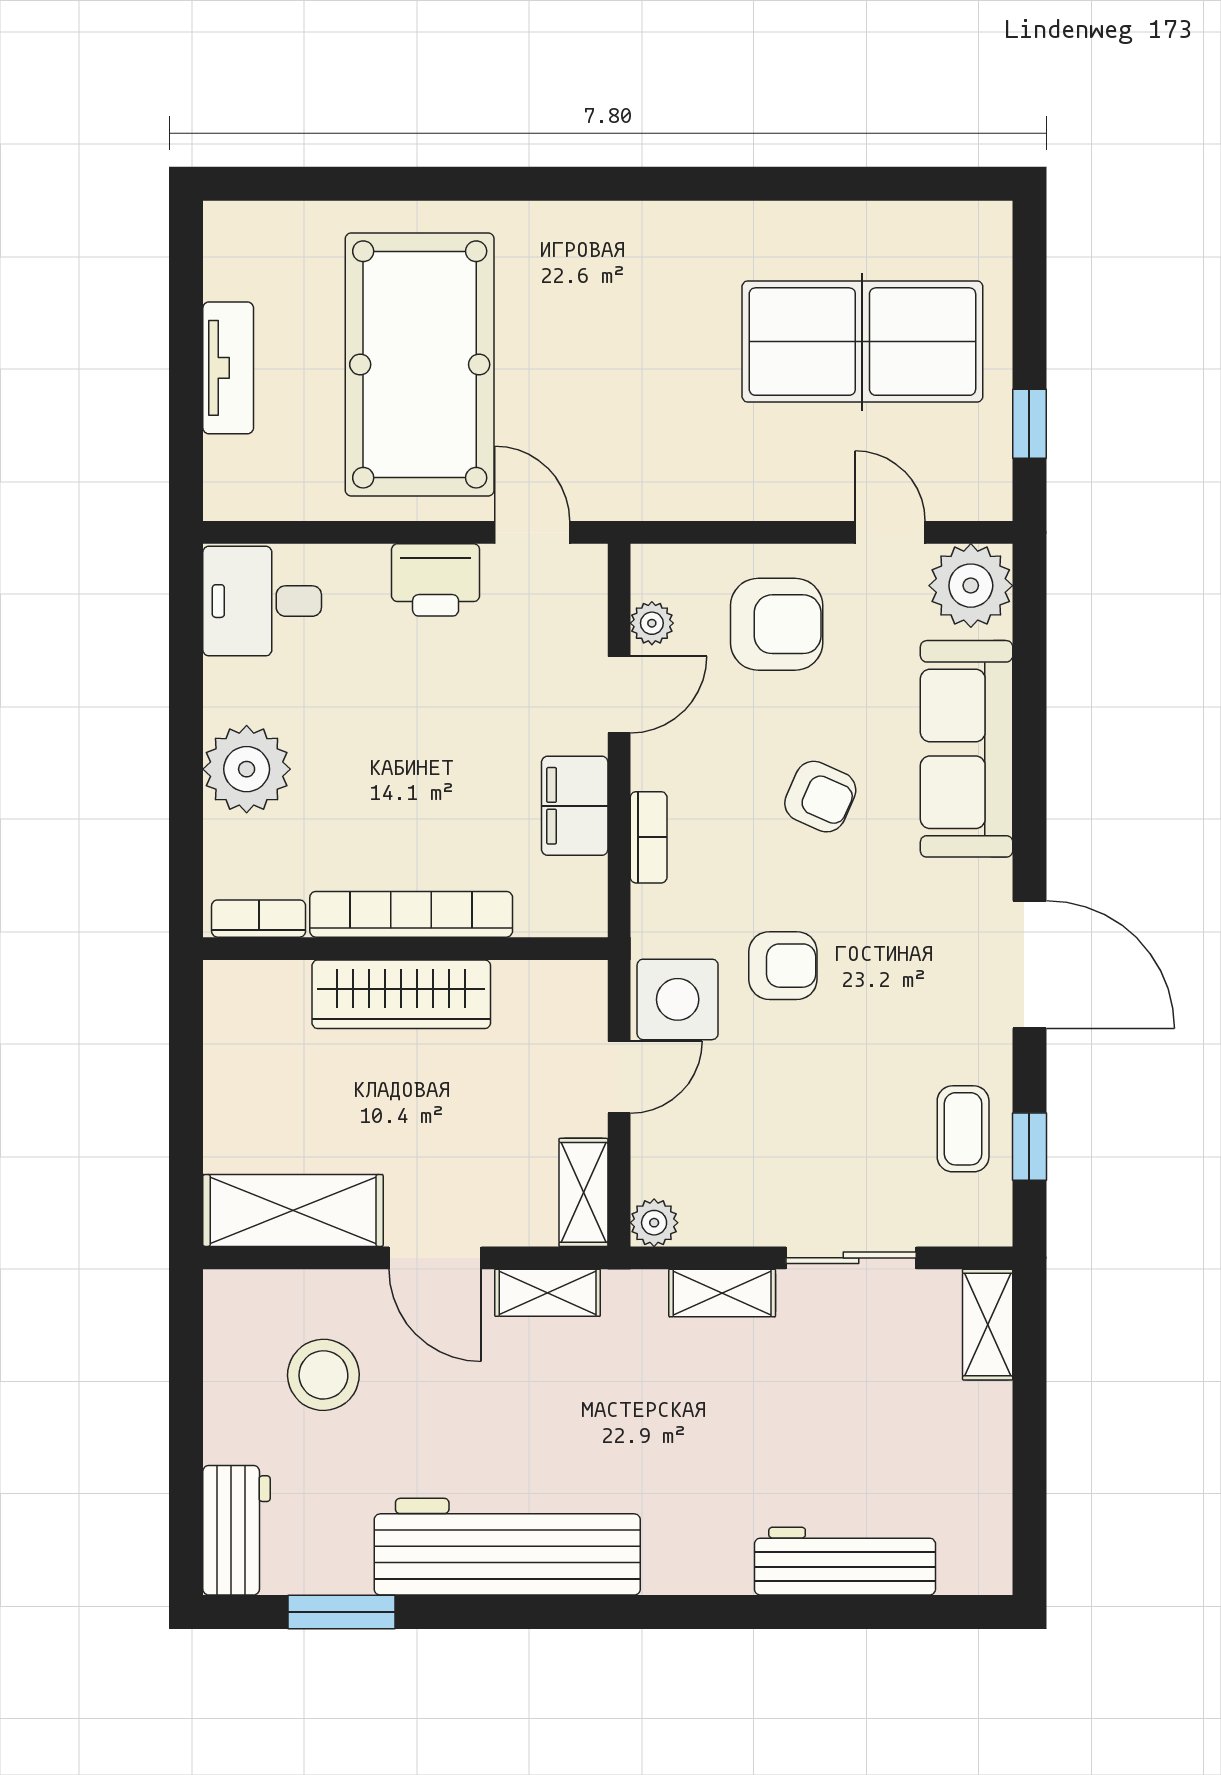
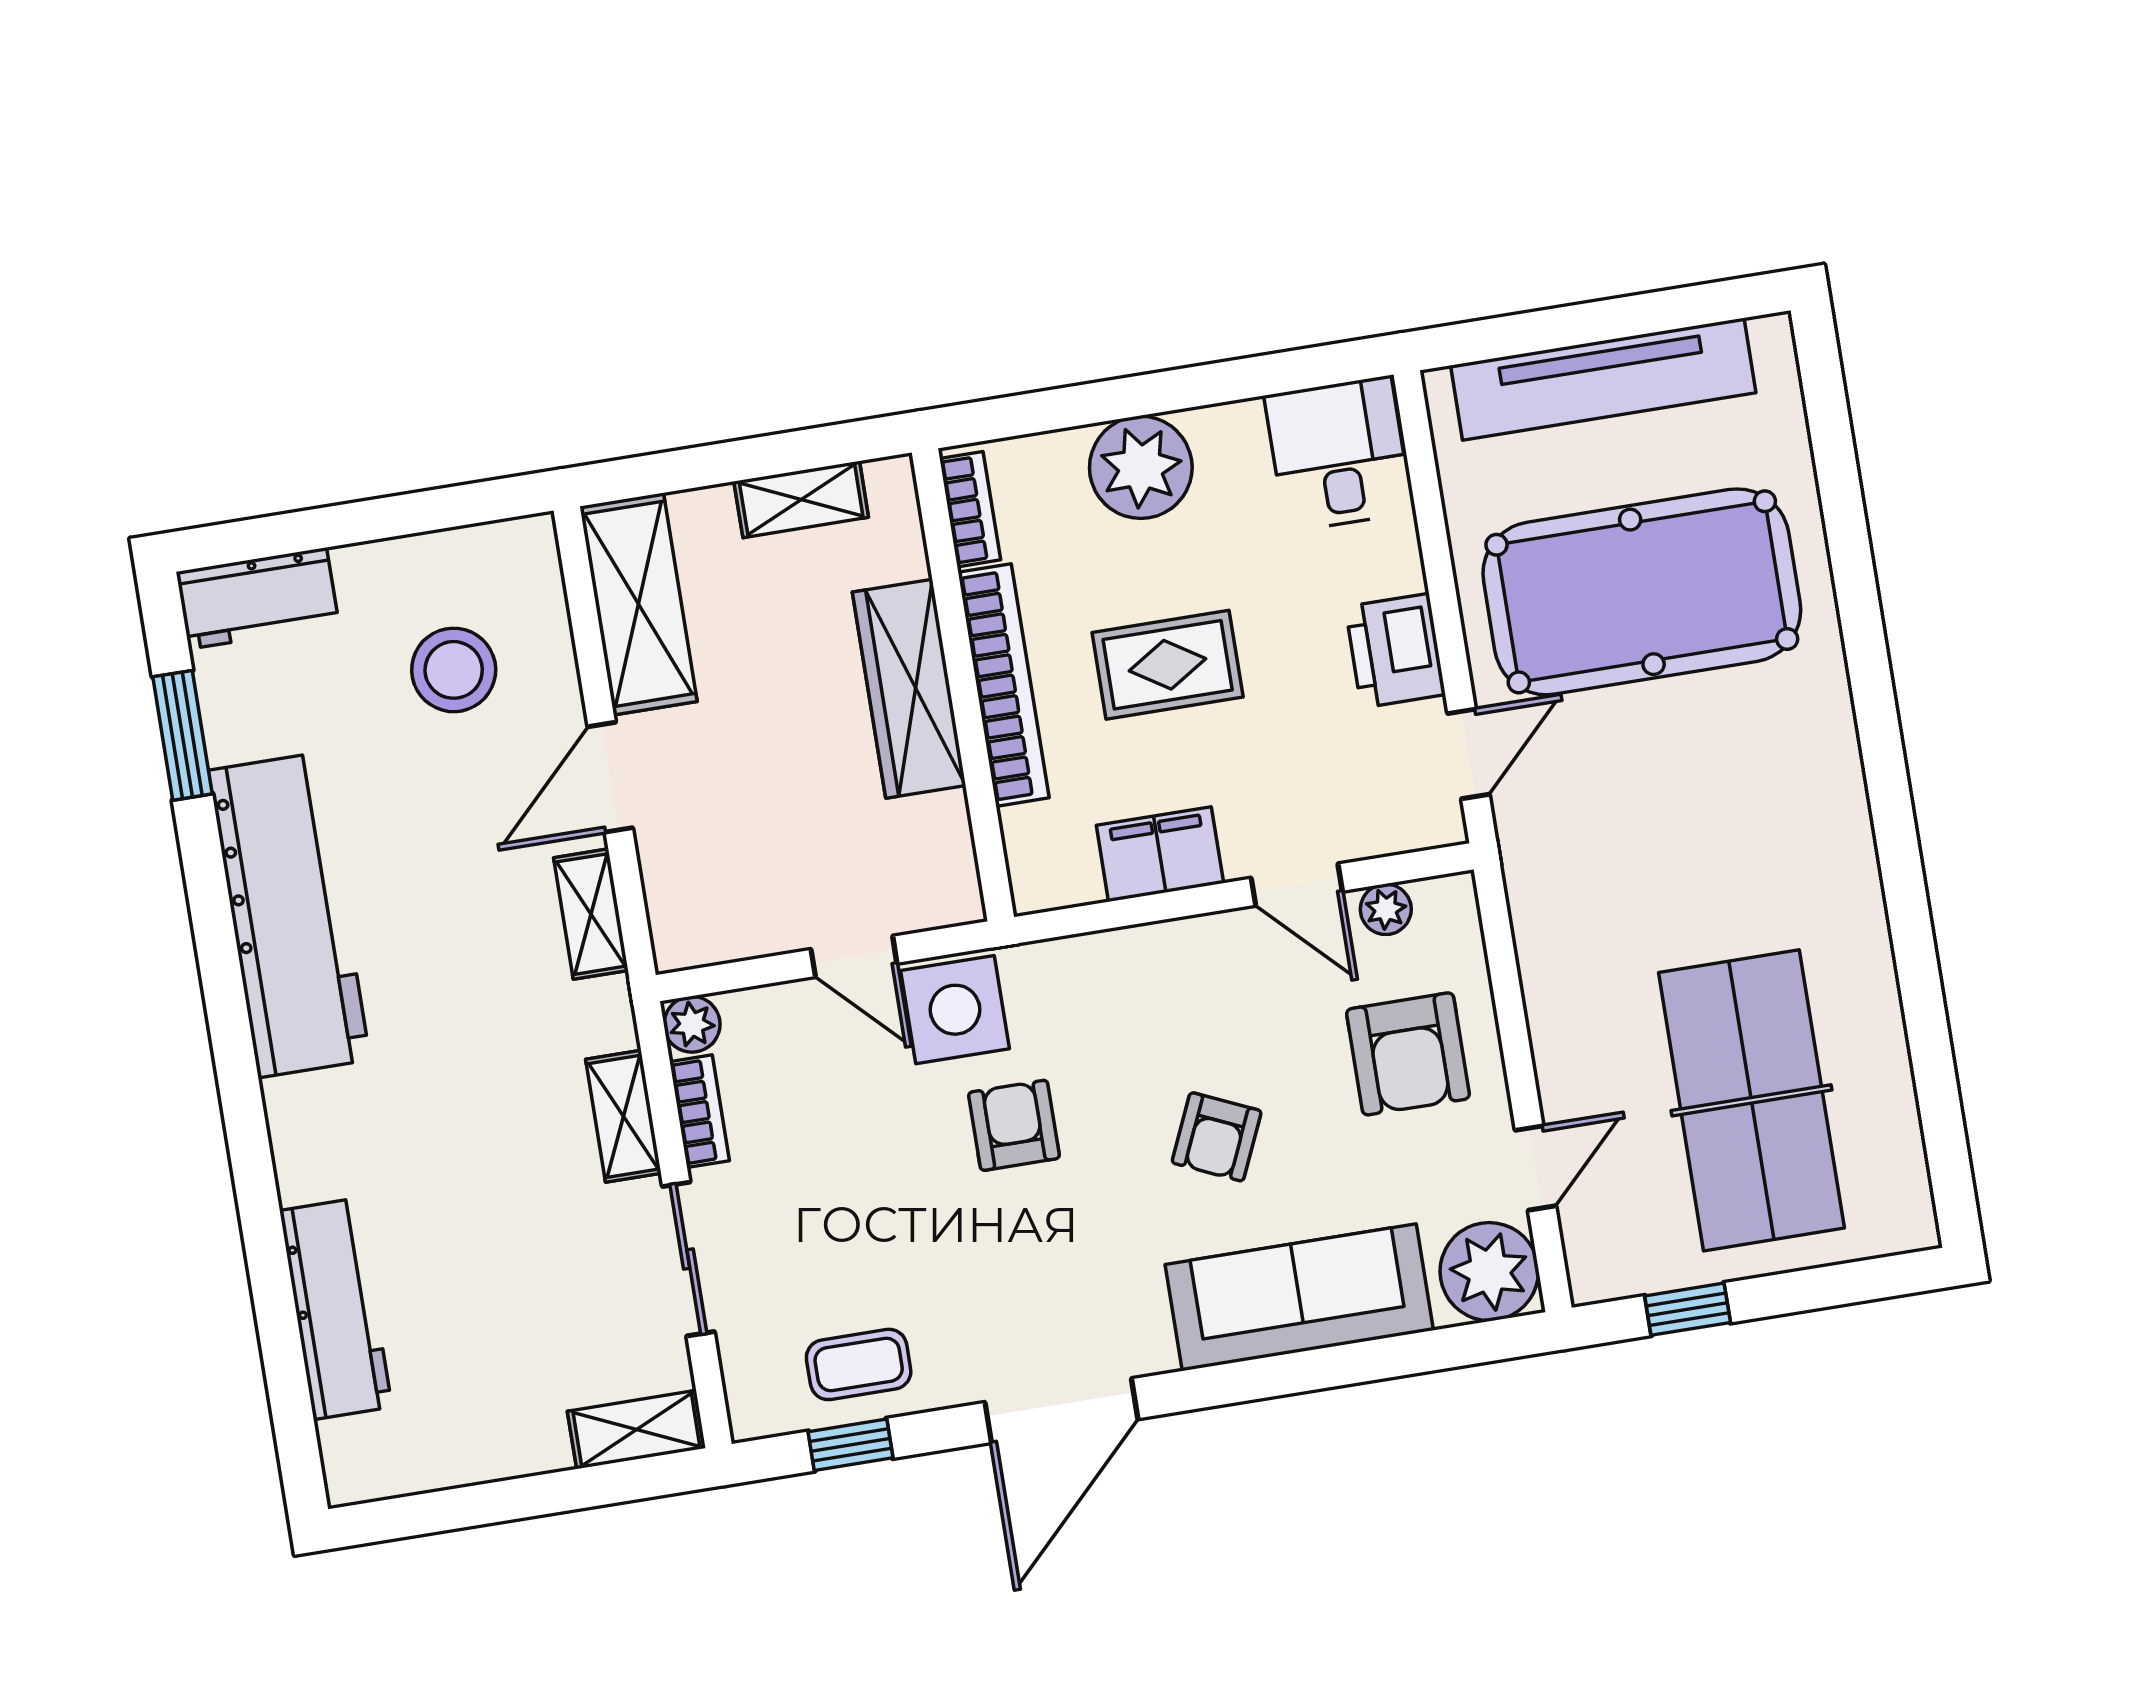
tv unit: (228, 368) -> (1603, 379), width x1.92, depth x1.29
rug: (416, 774) -> (1168, 665), added
bookcase: (649, 837) -> (699, 1111), moved, turned -90
armchair: (783, 966) -> (1014, 1125), turned 180
shelving: (583, 1192) -> (801, 499), moved

